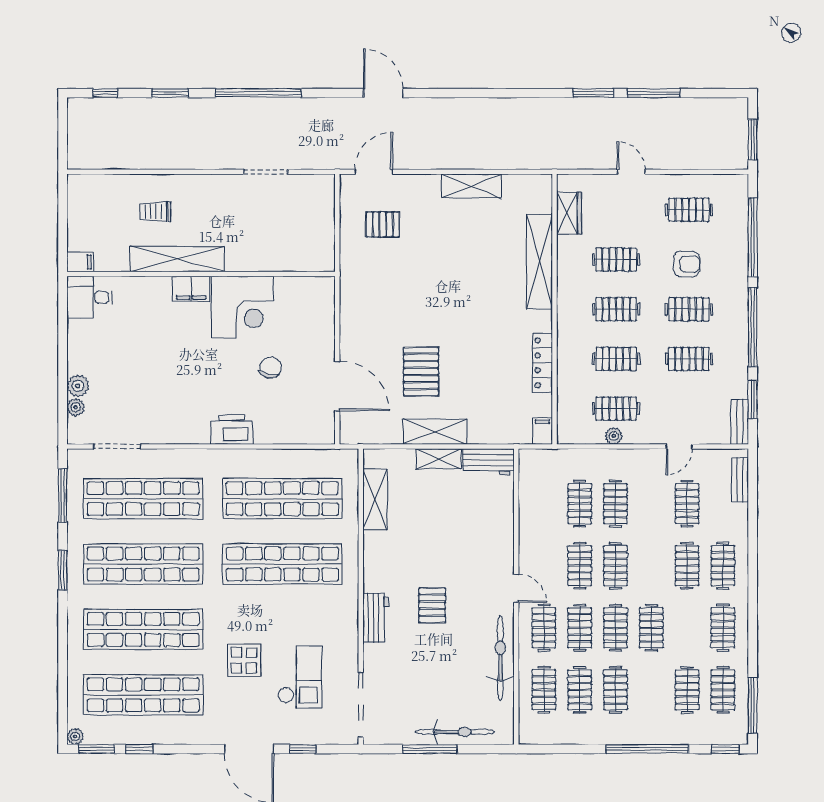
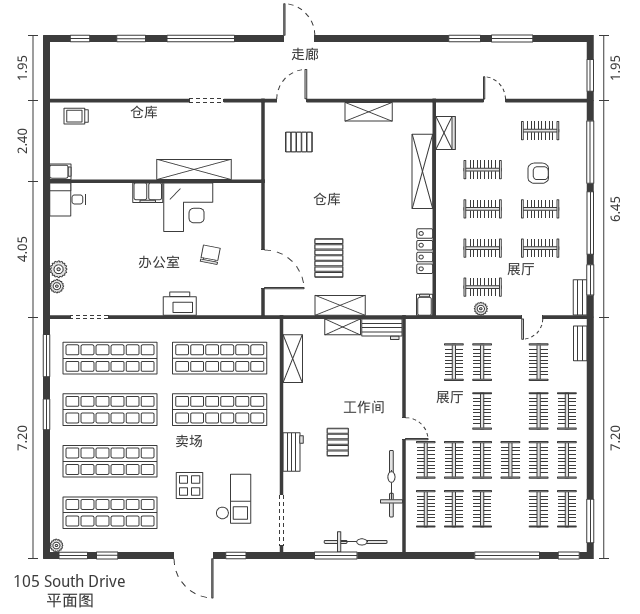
trolley: (155, 212) -> (76, 116), moved
shelving: (177, 259) -> (194, 169), moved
clothes rail: (580, 566) -> (539, 460), moved

